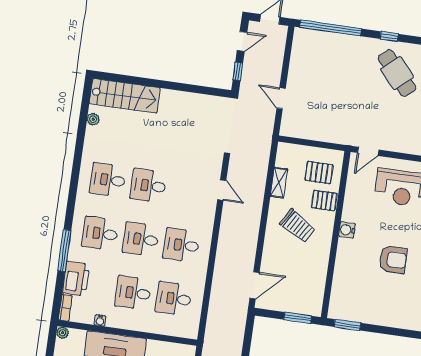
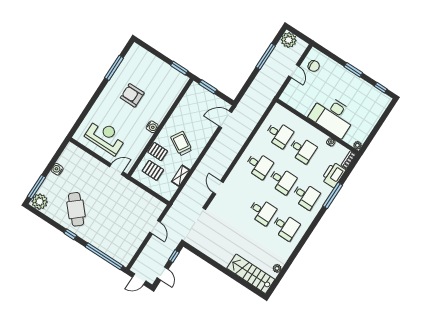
door: (242, 42) -> (163, 273), swing flipped

